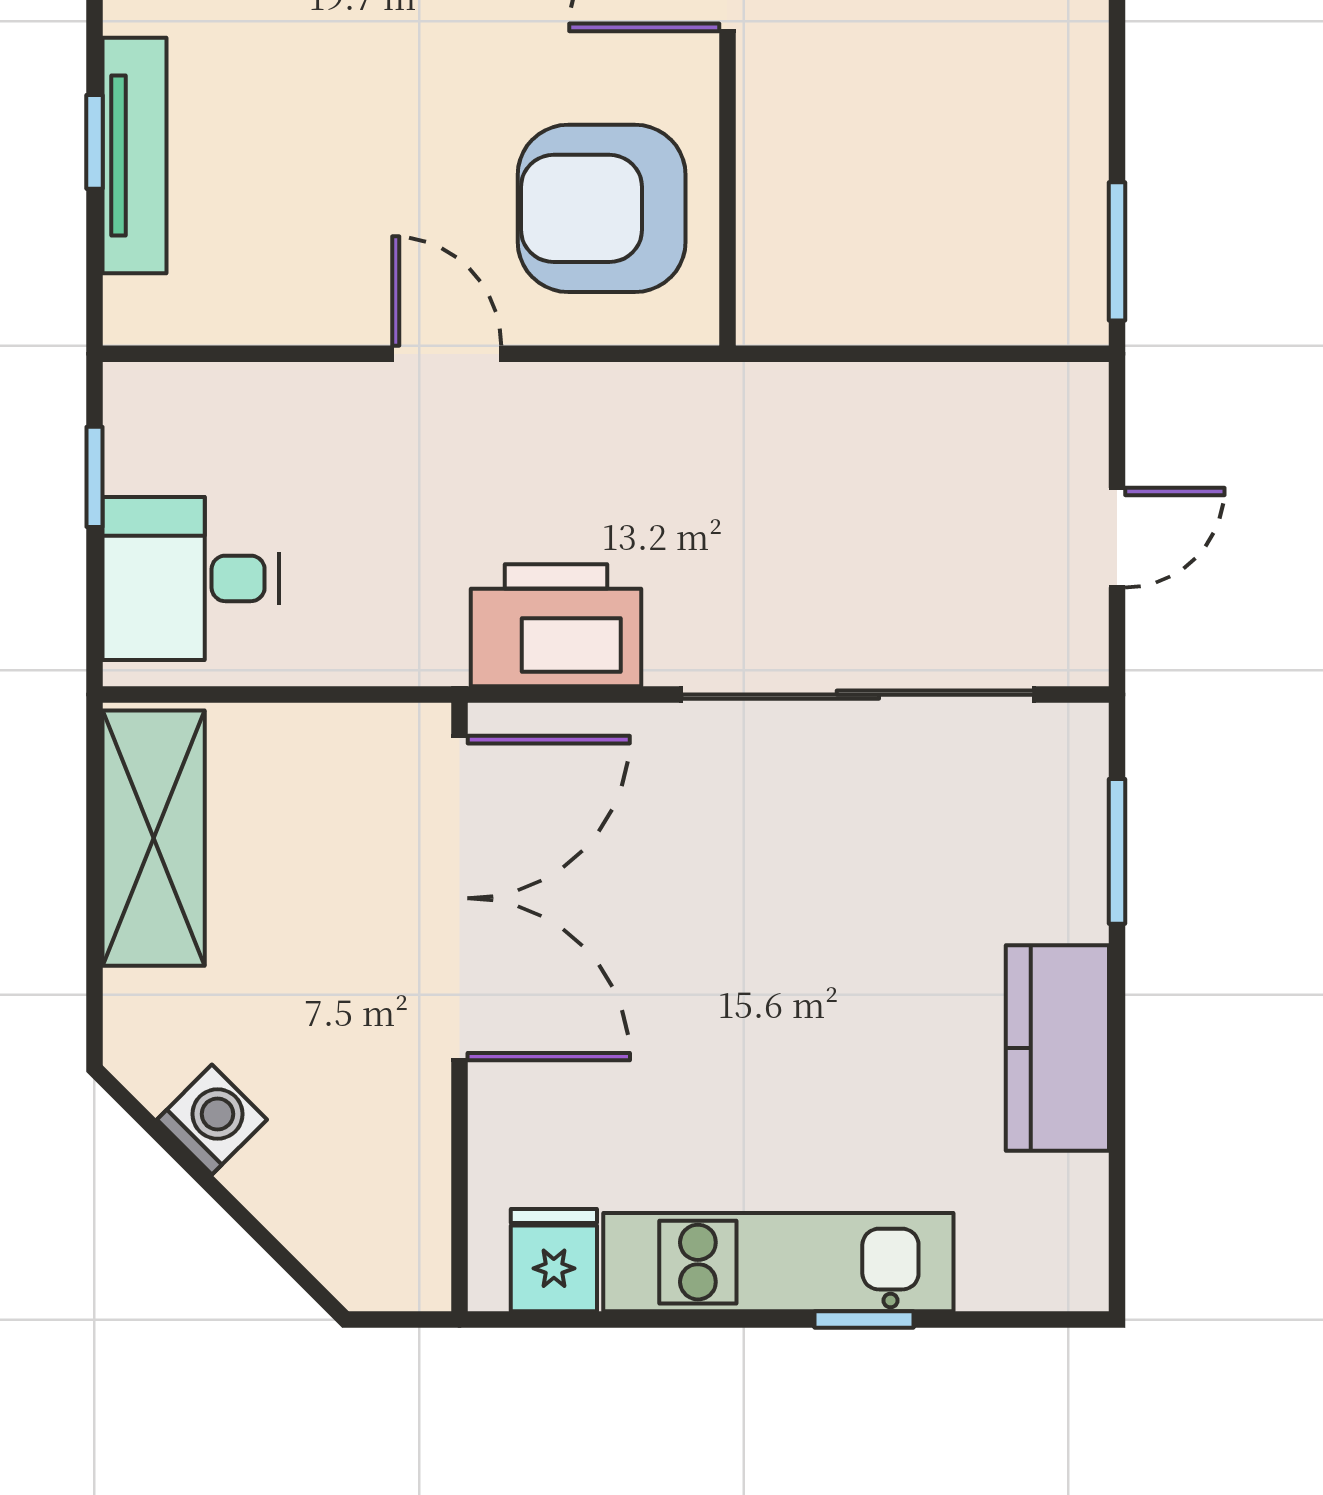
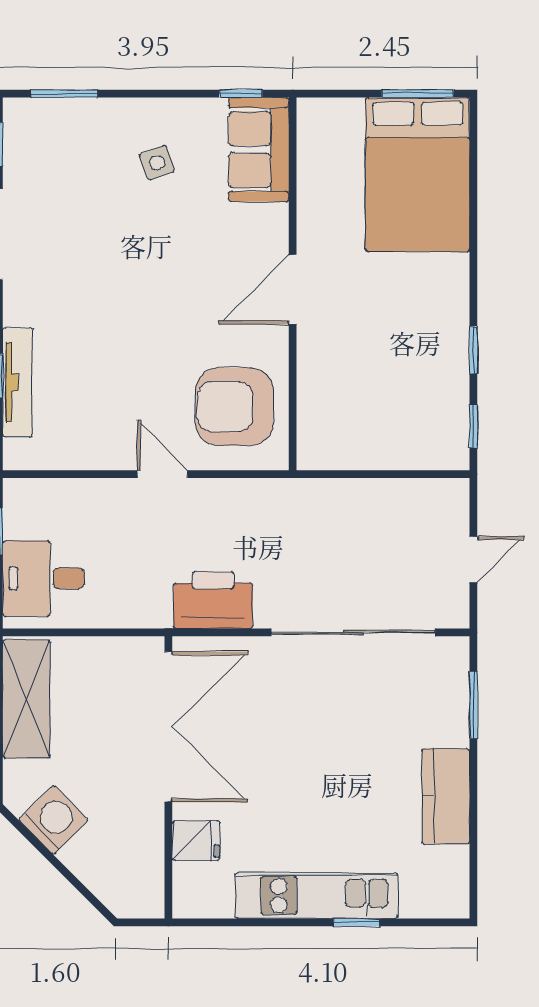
window: (1117, 86) -> (473, 350), added
window: (1117, 251) -> (473, 427), width x0.67
washing machine: (212, 1120) -> (53, 820), width x1.38, depth x1.38
fridge: (554, 1260) -> (196, 841), moved, turned 90

